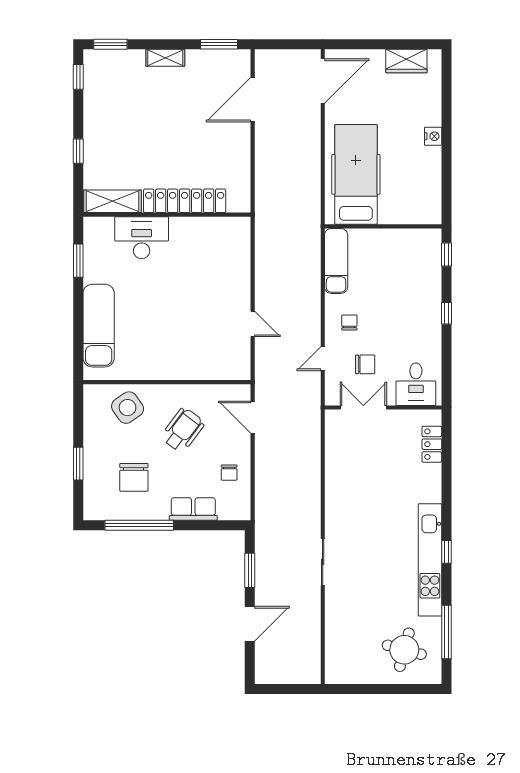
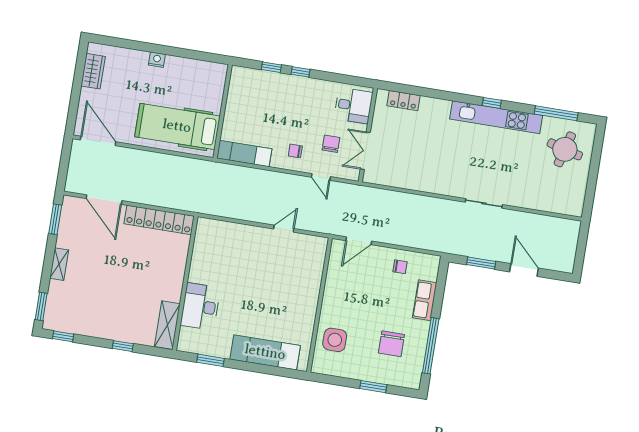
locker: (185, 201) -> (159, 220), moved, turned -90
window: (446, 254) -> (271, 67), moved
side table: (128, 408) -> (335, 340), turned 35
wheelchair: (183, 430) -> (360, 298), removed
chair: (134, 477) -> (391, 344), turned 90

